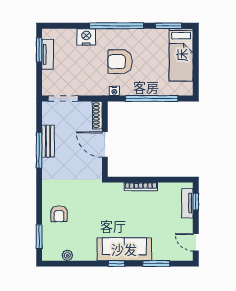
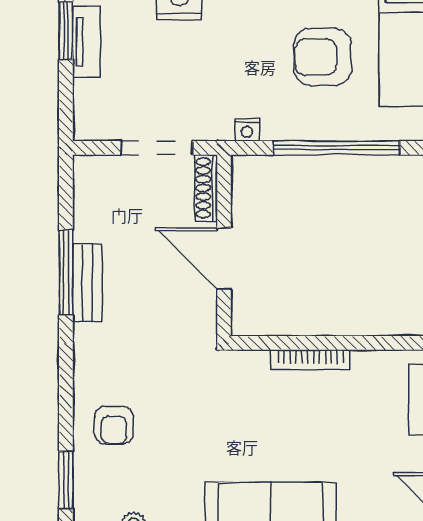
armchair: (120, 62) -> (323, 57), moved
doorway: (63, 98) -> (157, 148), moved
bench: (48, 141) -> (87, 283), moved

